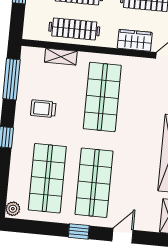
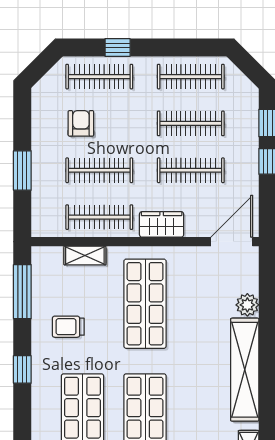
wardrobe: (135, 40) -> (162, 224), moved

